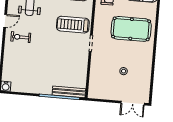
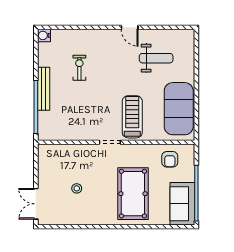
exercise bike: (21, 37) -> (79, 68), moved
bench: (69, 92) -> (44, 89), moved

